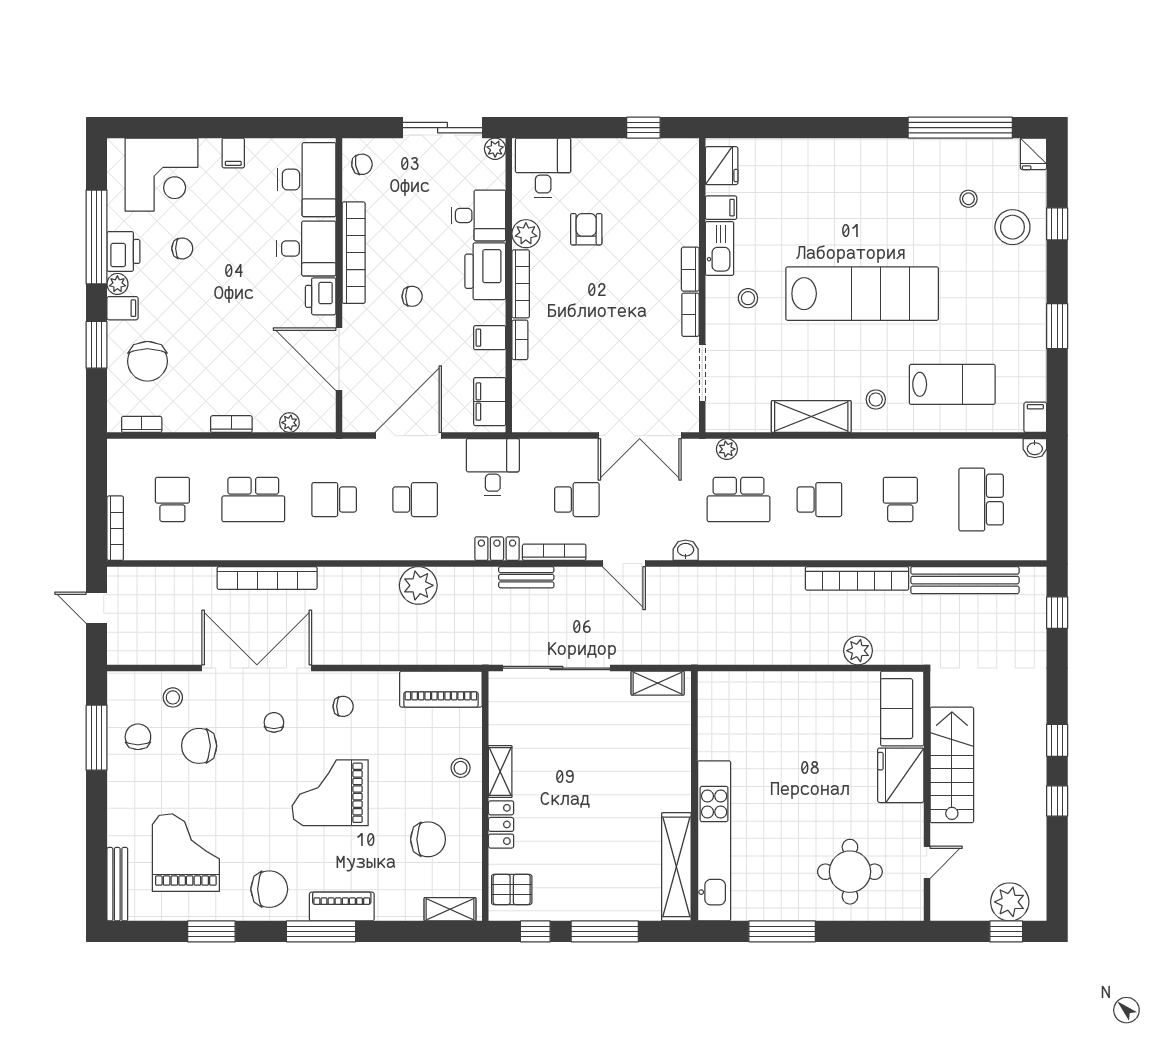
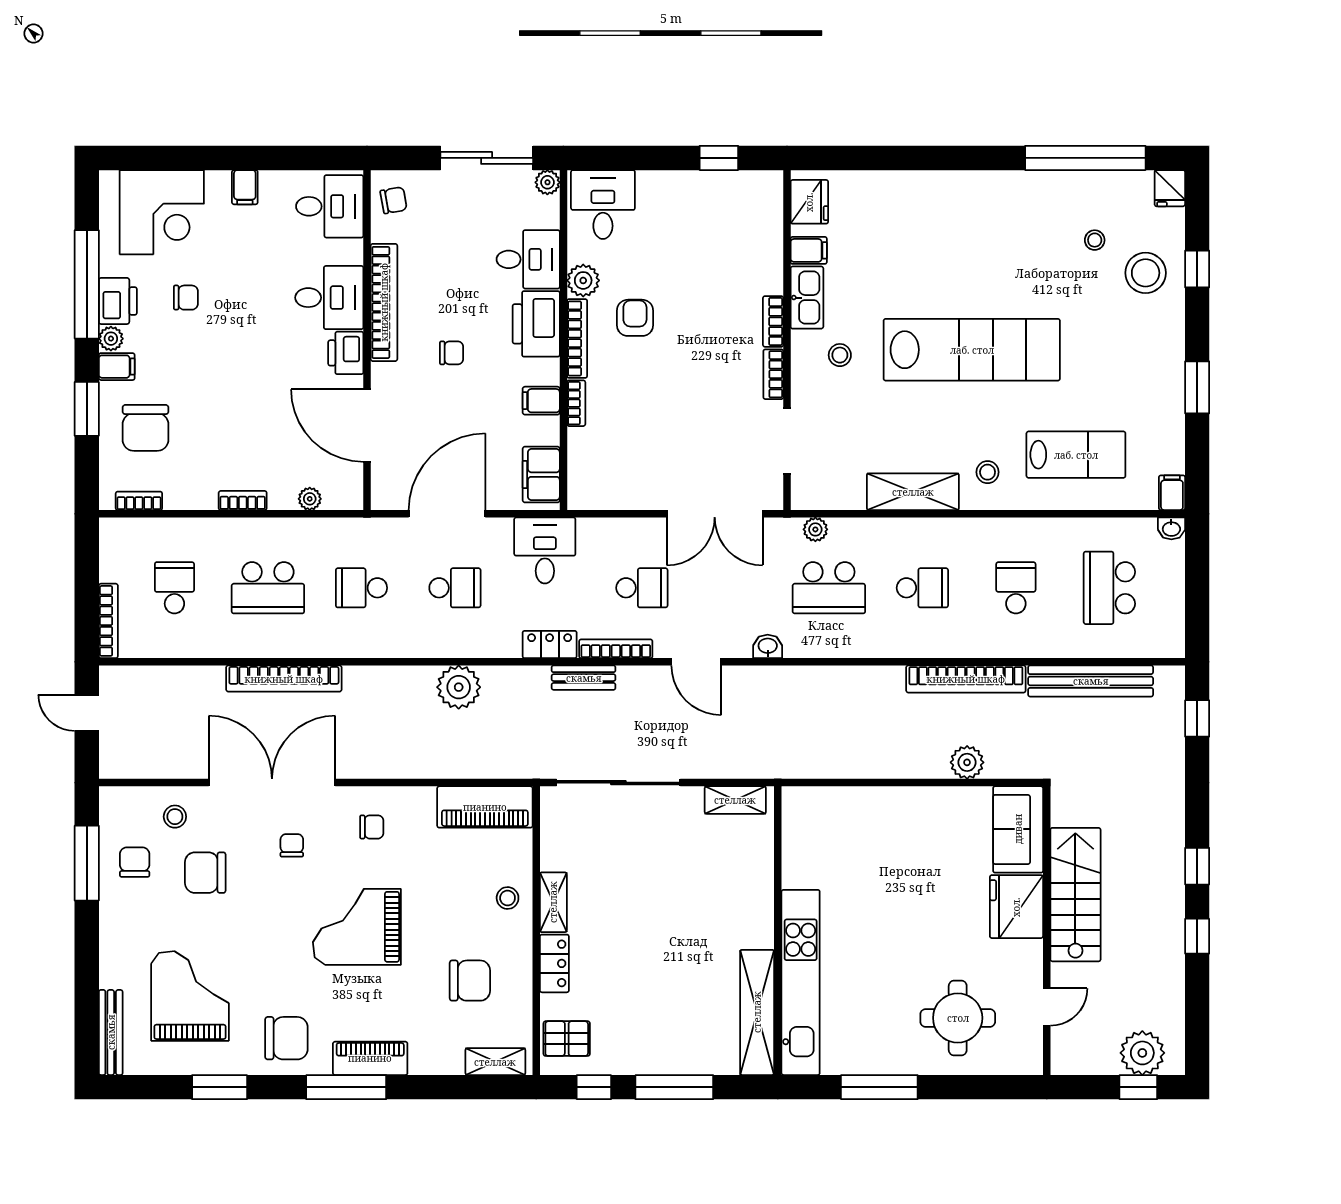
desk: (307, 180) -> (330, 206), width x0.73
armchair: (586, 229) -> (635, 318), moved

